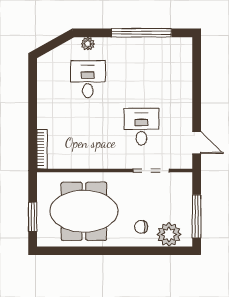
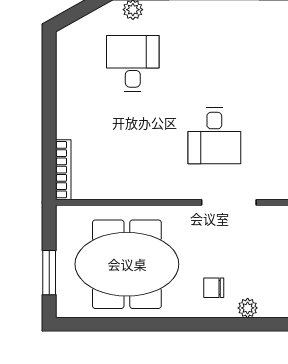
desk: (141, 127) -> (214, 136), turned 180
plant: (169, 234) -> (248, 308), width x0.53, depth x0.53

